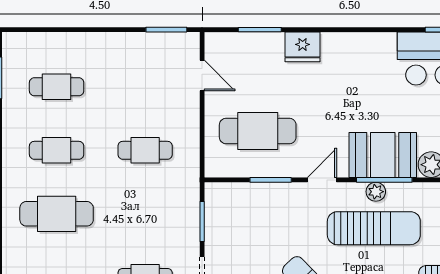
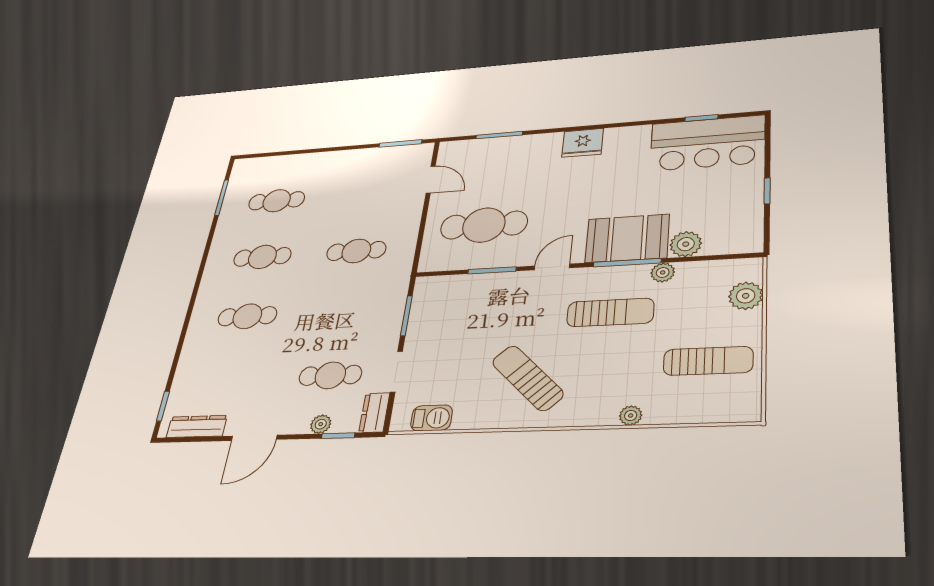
fridge: (303, 47) -> (583, 143), moved
plant: (376, 192) -> (663, 272), moved
cafe table: (57, 214) -> (247, 316), width x0.73, depth x0.74
sun lounger: (374, 228) -> (610, 312), width x0.73, depth x0.75

